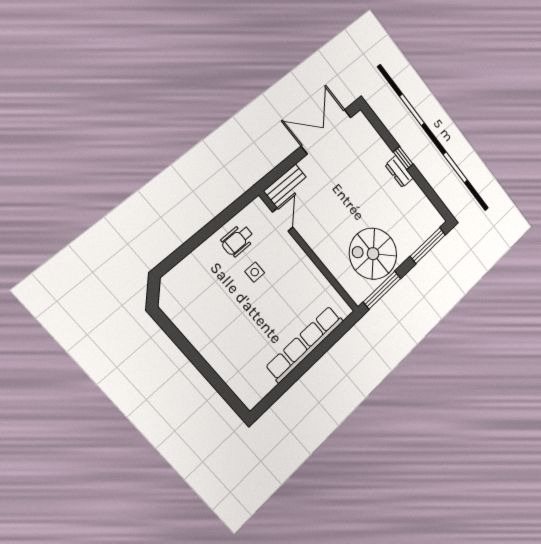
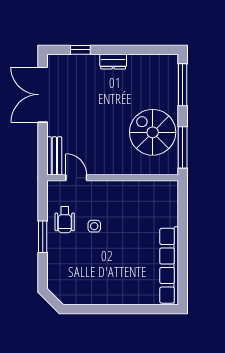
window: (403, 158) -> (80, 50), moved
window: (205, 233) -> (43, 237), added
spiral stairs: (373, 254) -> (153, 132), turned 90
row of seats: (305, 344) -> (169, 266), moved

